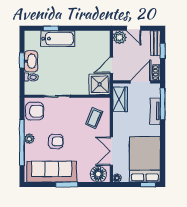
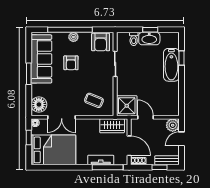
double door: (111, 151) -> (62, 117), swing flipped
window: (148, 185) -> (29, 138), moved

